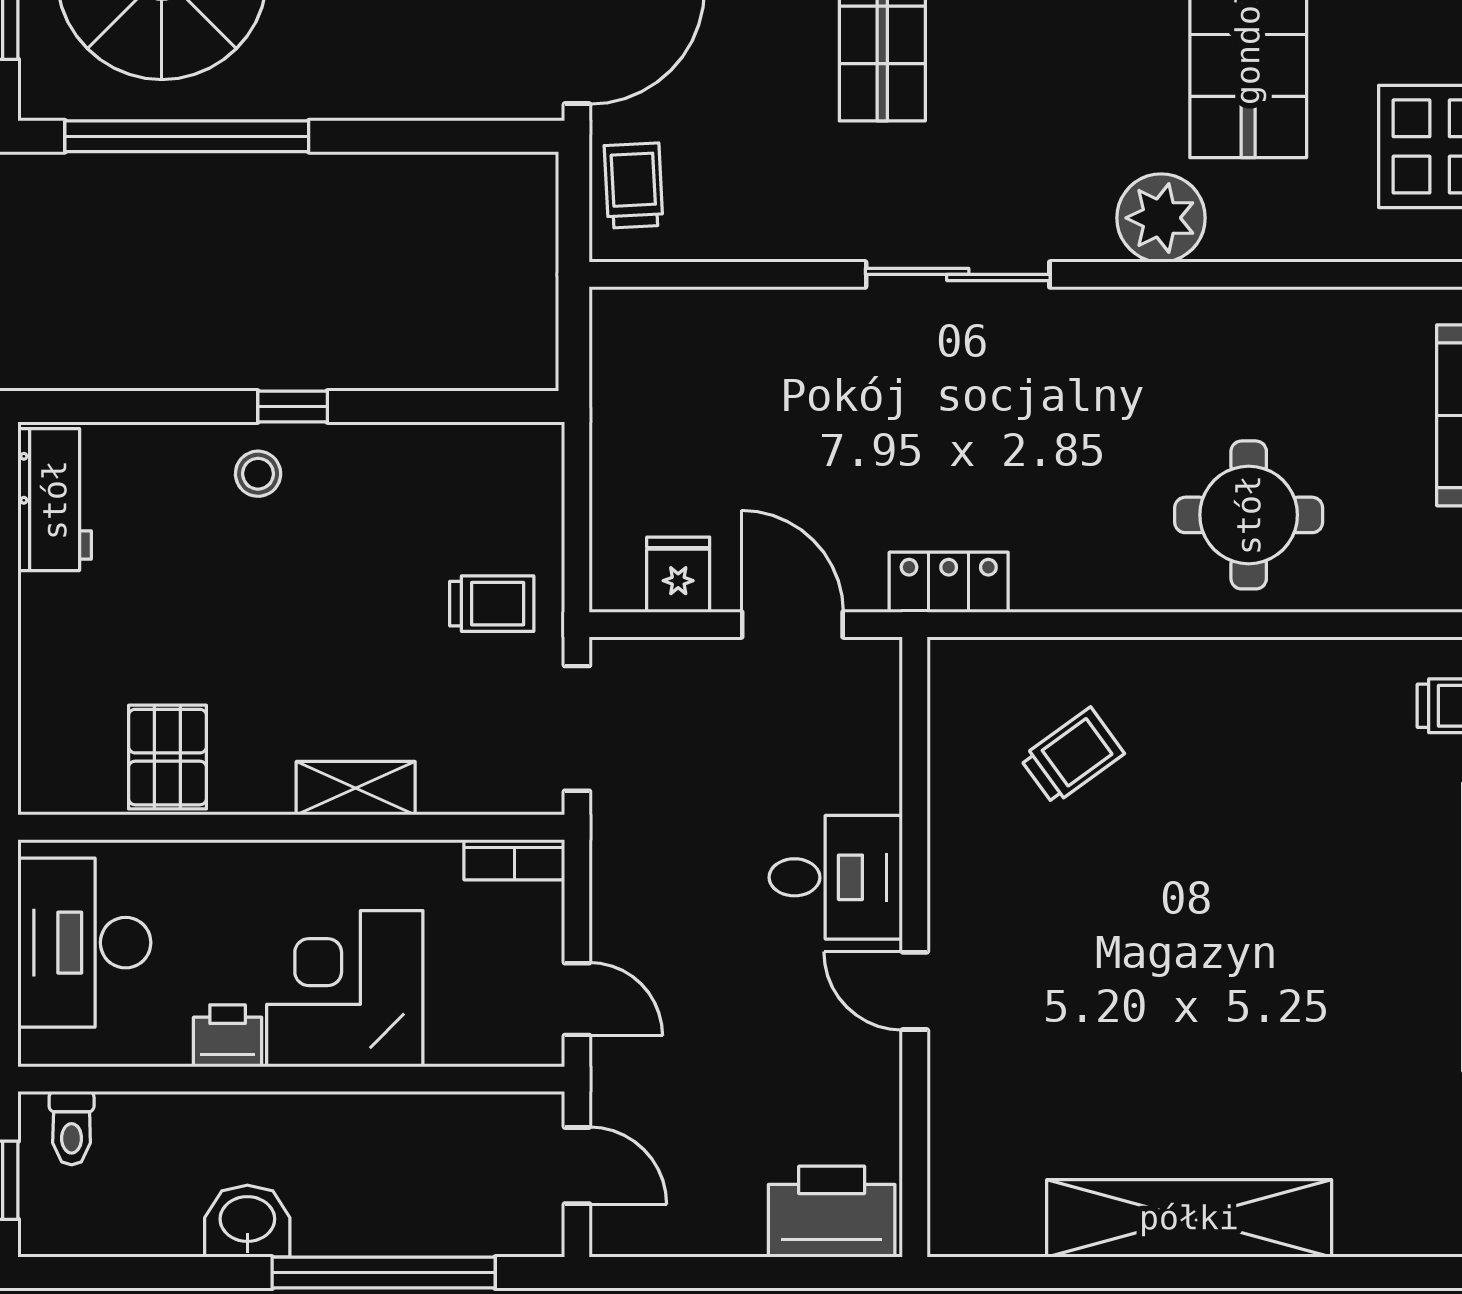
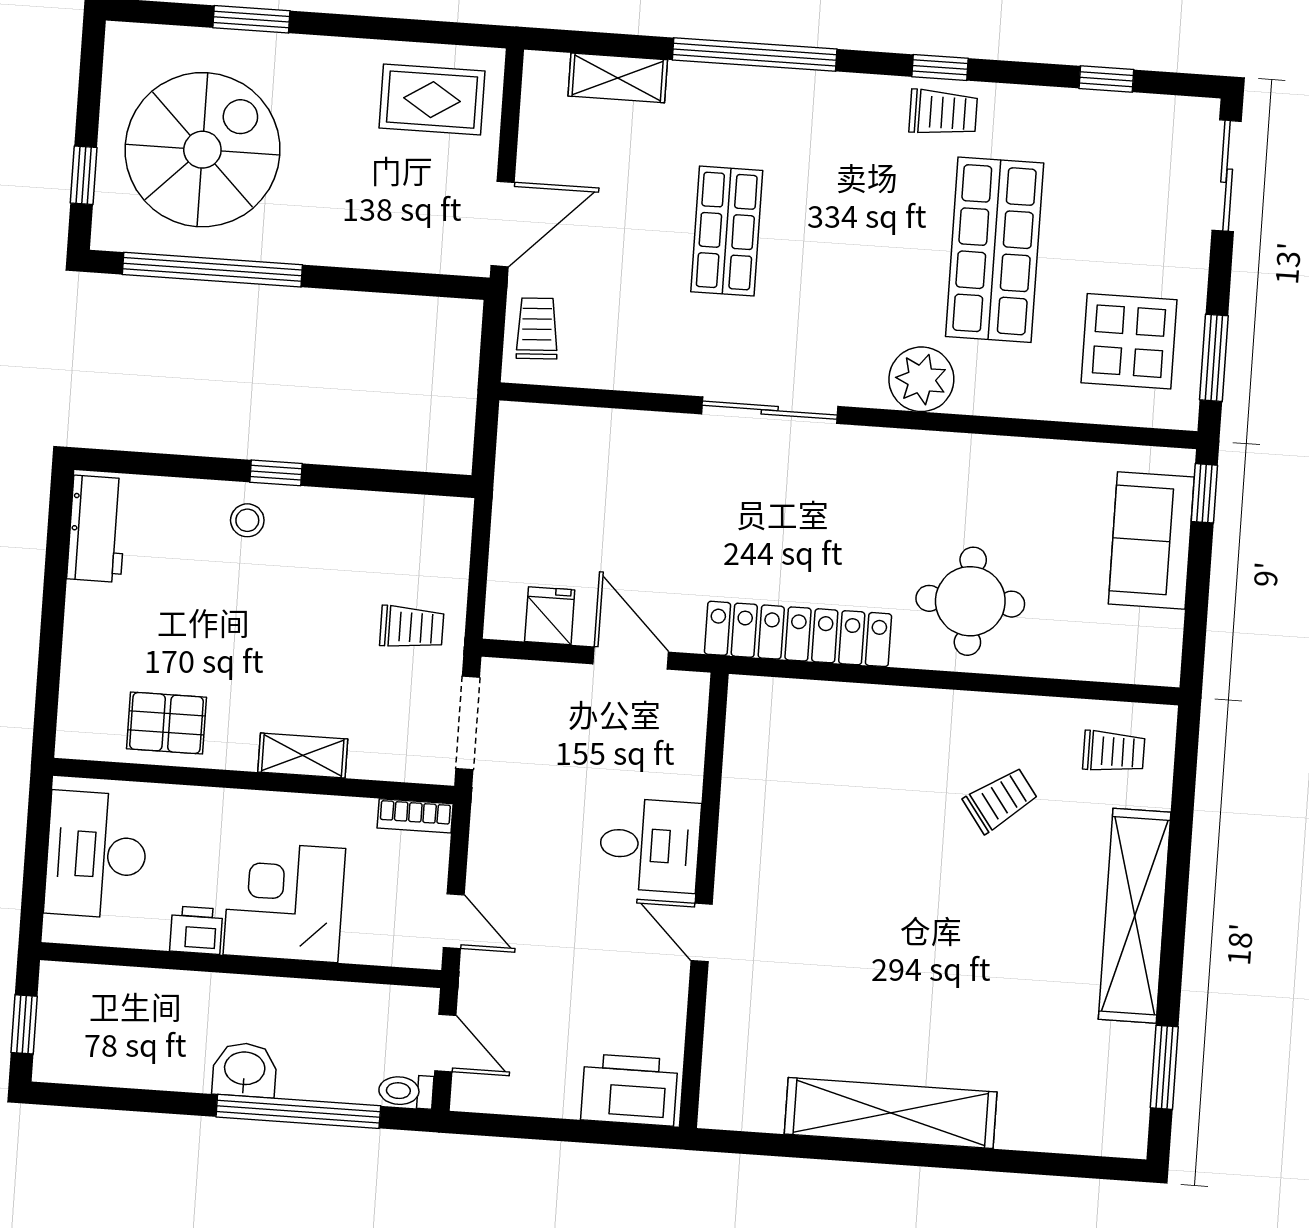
locker: (949, 582) -> (798, 634), width x2.16, depth x1.21
trolley: (1072, 756) -> (1000, 800), moved
pallet: (167, 757) -> (167, 723), turned 90
toilet: (72, 1128) -> (406, 1091), moved, turned 90
washbasin: (247, 1221) -> (245, 1070), moved

